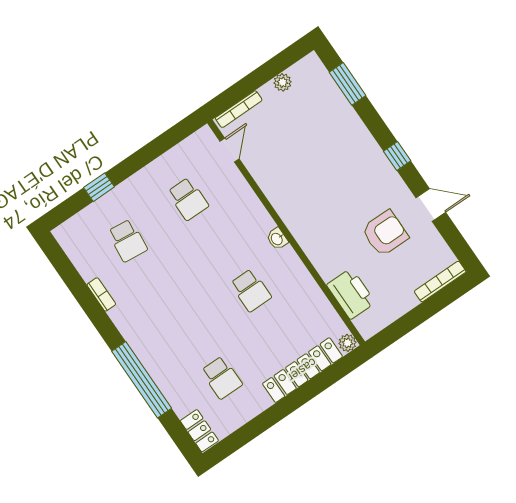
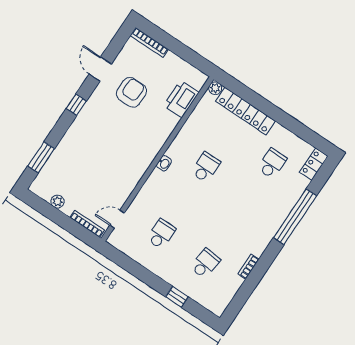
armchair: (385, 233) -> (131, 92), turned 90

